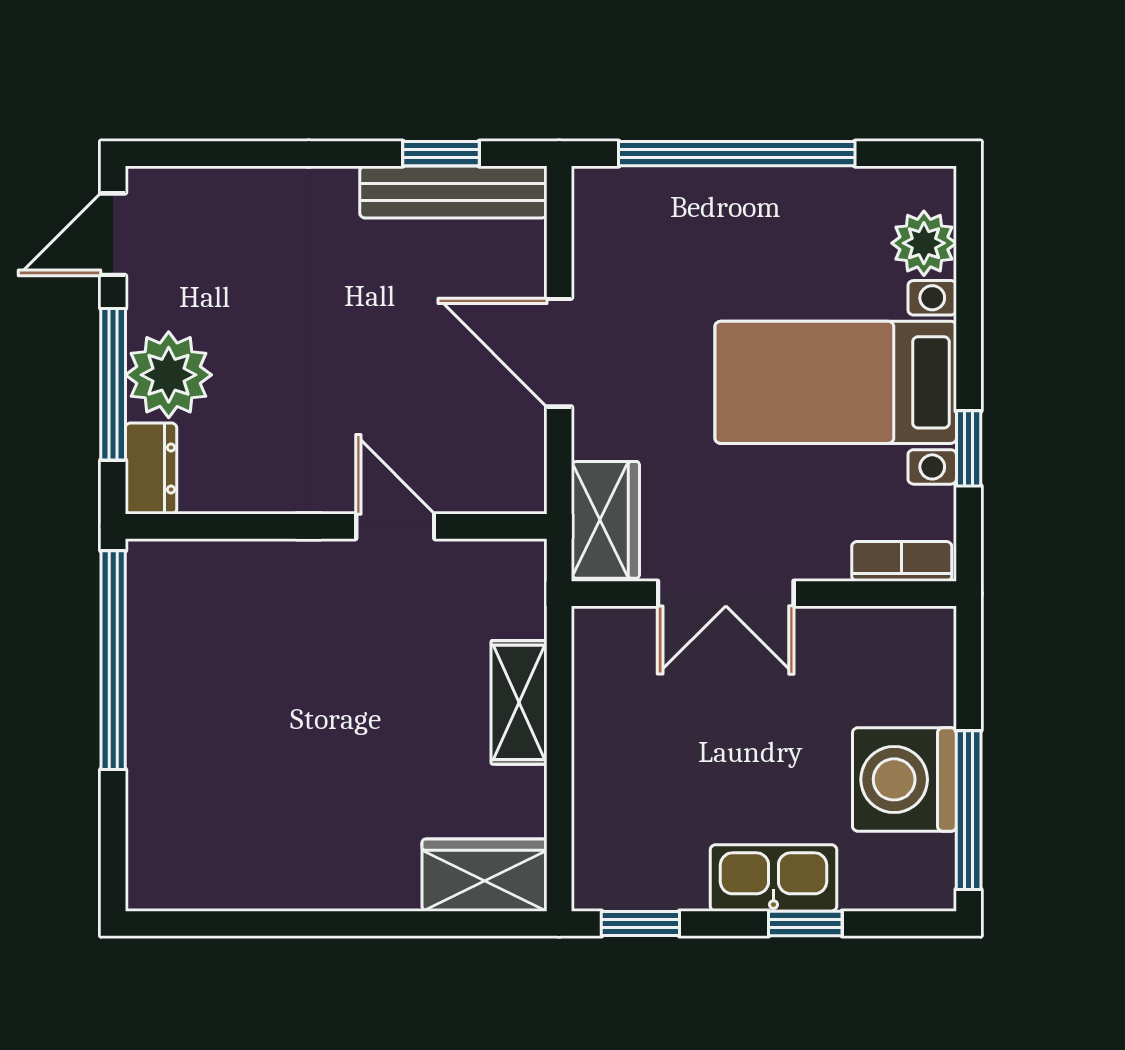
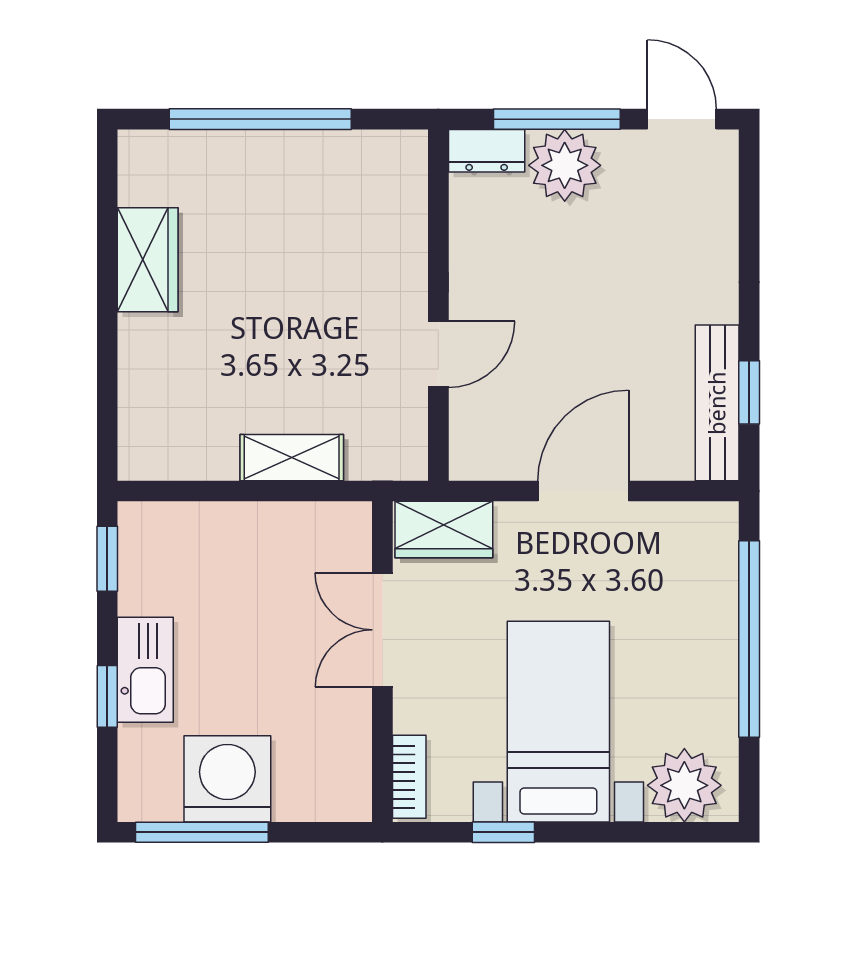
plant: (924, 243) -> (684, 785), width x1.36, depth x1.36
window: (113, 660) -> (260, 119), moved
wardrobe: (485, 875) -> (148, 260), moved

